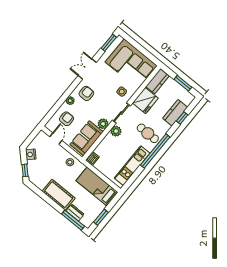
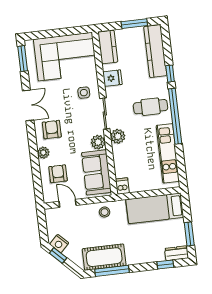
double door: (87, 69) -> (28, 105), swing flipped
fridge: (145, 101) -> (112, 78), width x0.53, depth x0.75
kitchen counter: (175, 113) -> (155, 51), width x1.50
window: (182, 118) -> (170, 74), moved
window: (25, 170) -> (58, 256), moved
cot: (59, 195) -> (104, 257), moved
window: (43, 196) -> (112, 271), added
dresser: (75, 213) -> (177, 253), moved
window: (73, 220) -> (165, 265), width x0.46

